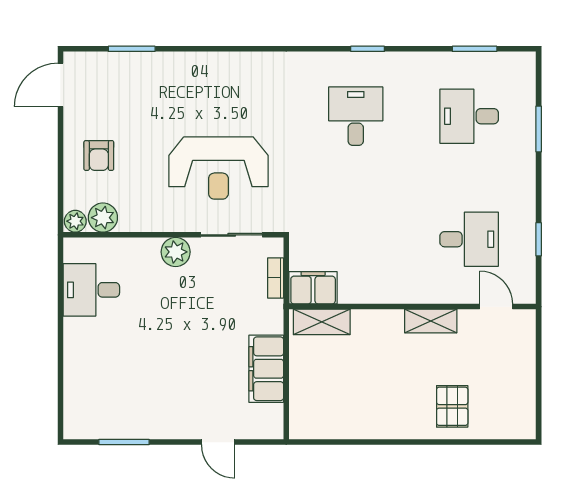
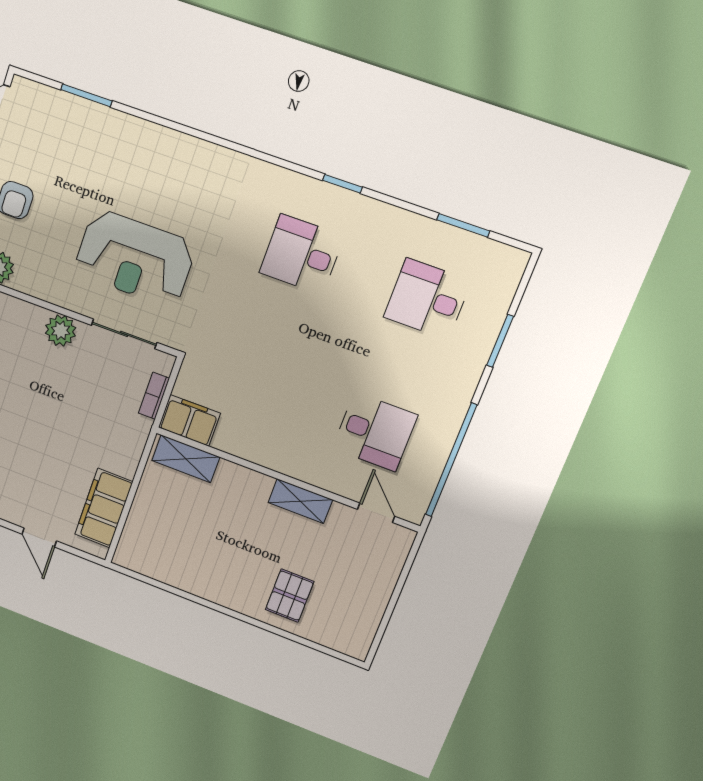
desk: (356, 116) -> (302, 254), turned -90
window: (539, 239) -> (451, 460), width x3.17
filing cabinet: (266, 369) -> (104, 508), moved

